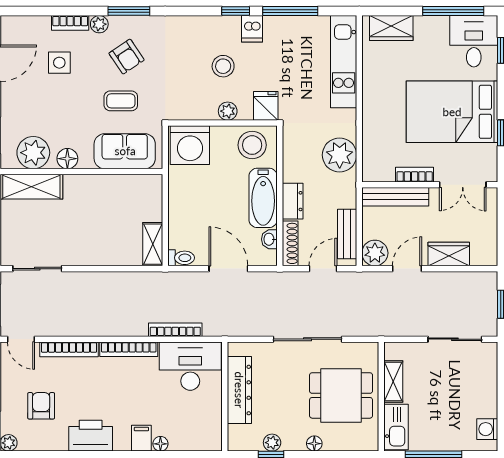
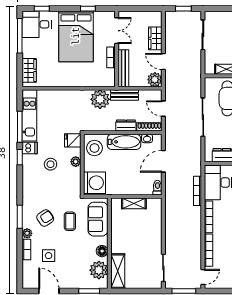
kitchen unit: (344, 62) -> (29, 115), moved, turned -90
bench: (347, 234) -> (124, 95), moved
shelving: (153, 244) -> (134, 203), moved

